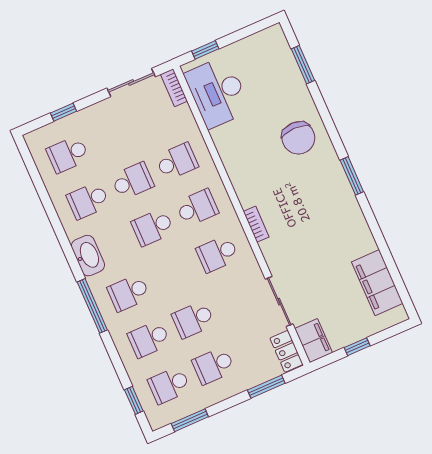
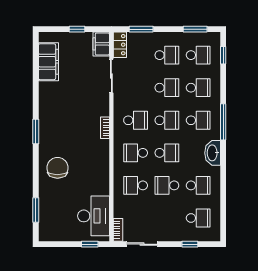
school desk: (173, 273) -> (167, 120), added

